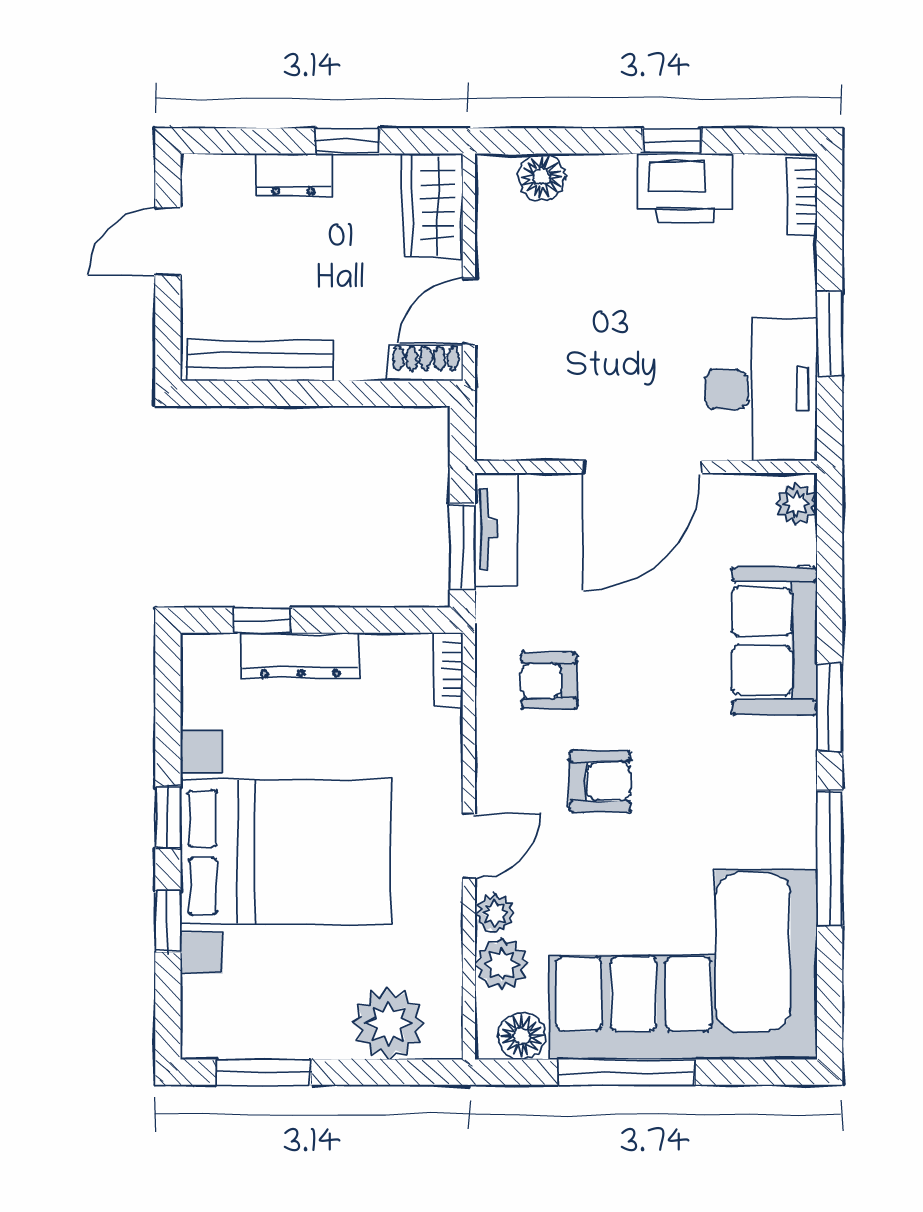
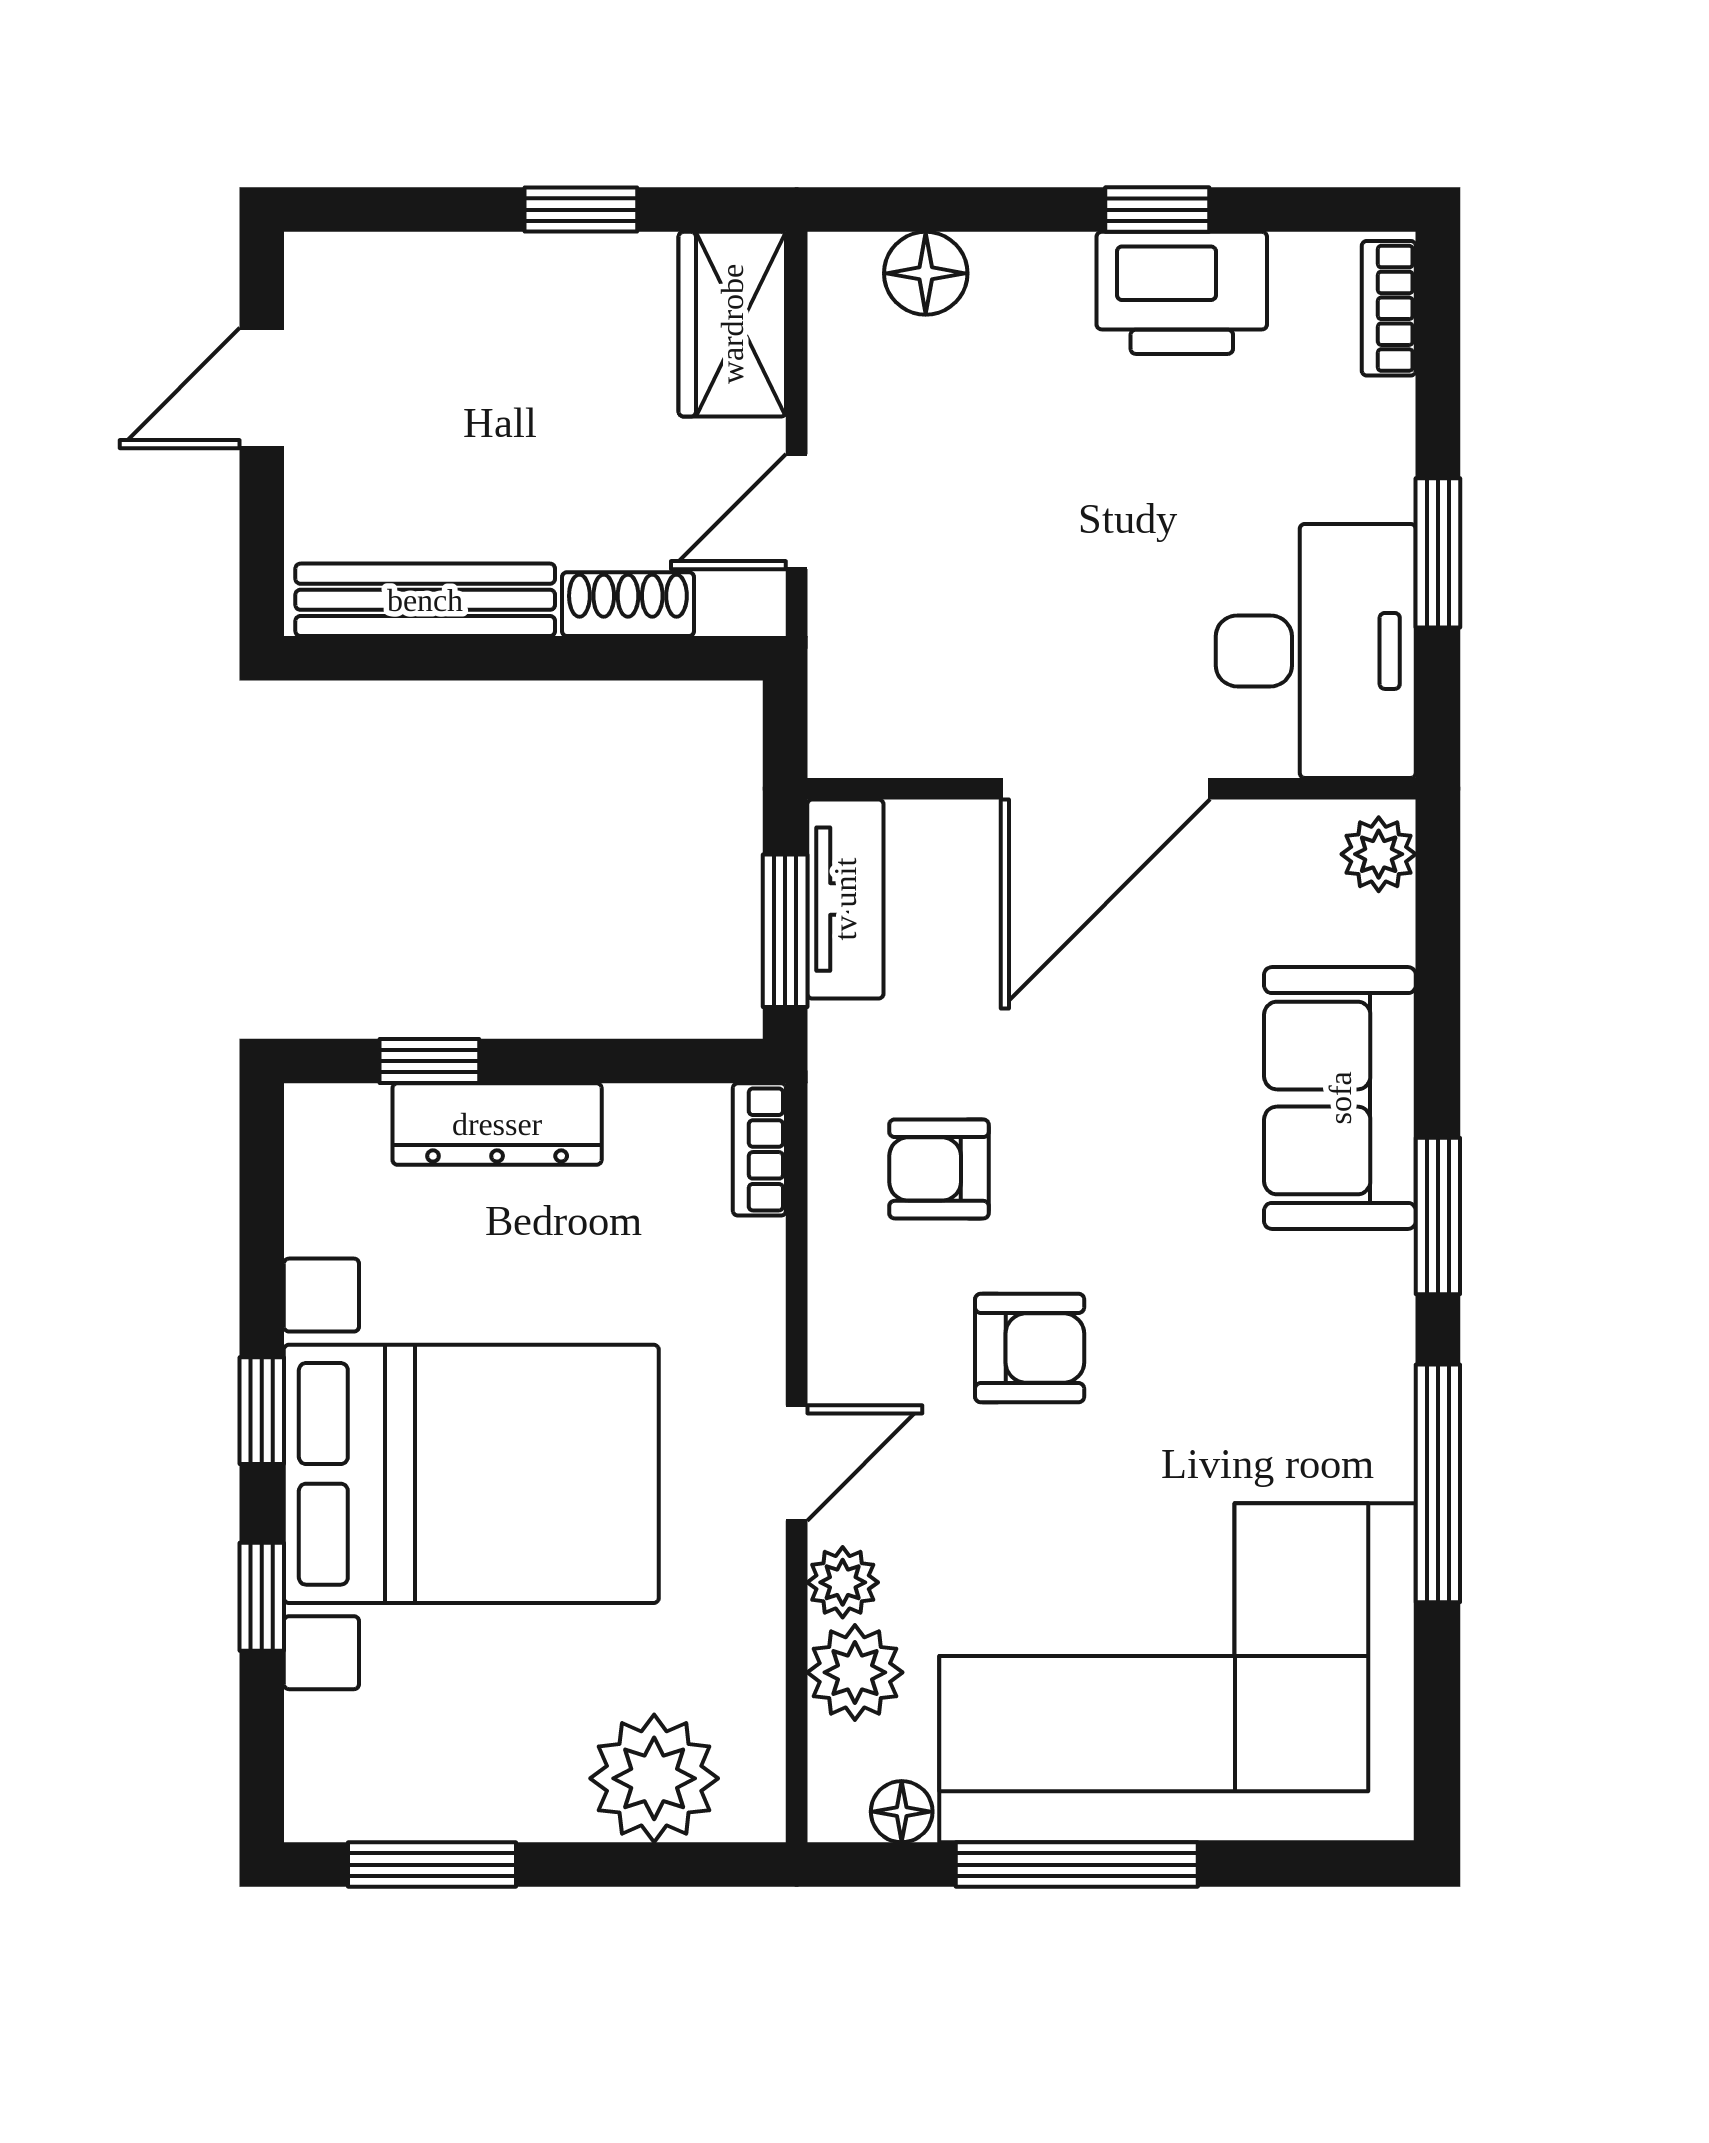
dresser: (293, 175) -> (485, 270), removed
shoe rack: (426, 363) -> (628, 604), moved
floor lamp: (521, 1036) -> (902, 1812), width x0.73, depth x0.73

